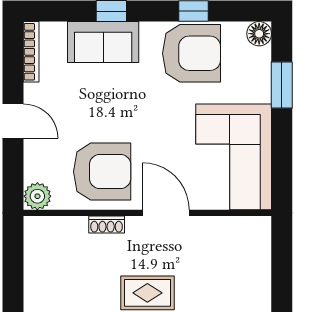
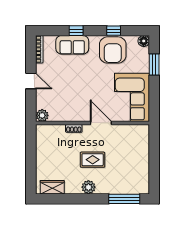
armchair: (192, 53) -> (113, 50), turned 90
armchair: (102, 172) -> (72, 104), removed

